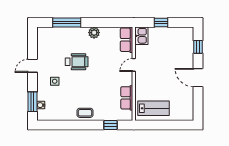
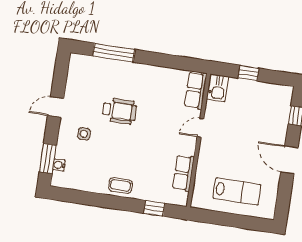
plant: (94, 33) -> (151, 73), removed
lab bench: (154, 108) -> (237, 191), moved

